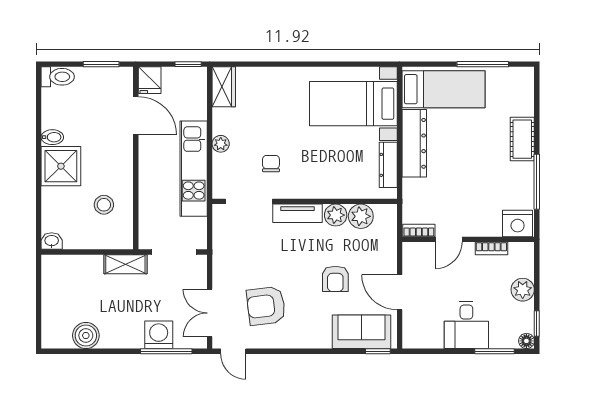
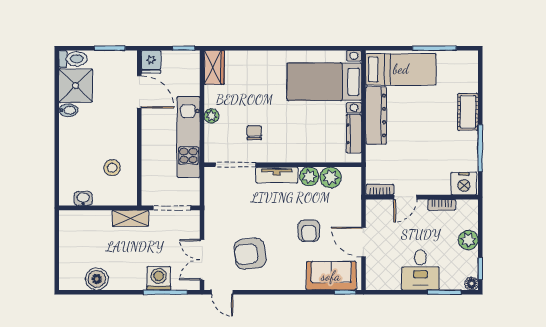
shower: (61, 166) -> (76, 86), moved
washbasin: (52, 241) -> (83, 199), moved

